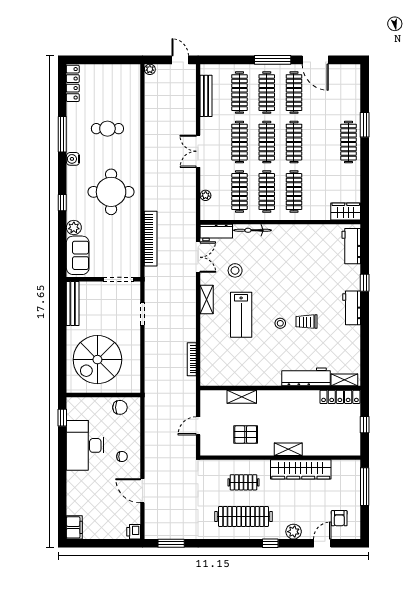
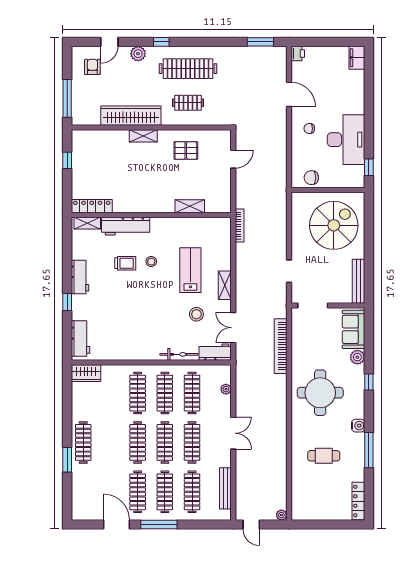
workbench: (306, 377) -> (126, 226), moved
shelving: (344, 380) -> (87, 223), moved
wall: (280, 388) -> (151, 215), moved
shelving: (242, 397) -> (190, 206), moved
locker: (340, 397) -> (92, 206), moved

